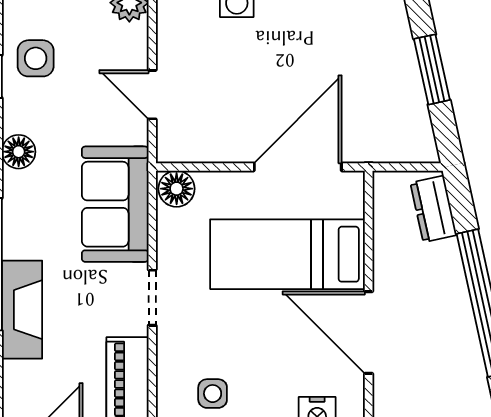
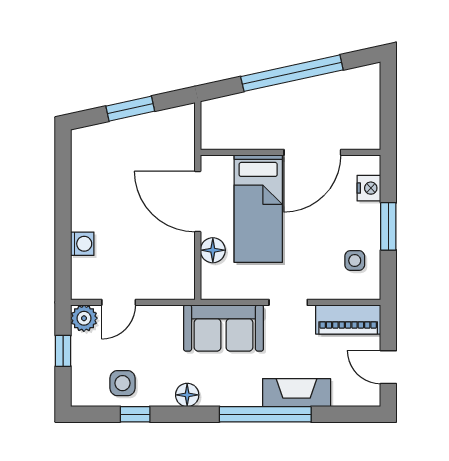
door: (152, 95) -> (119, 302), moved
floor lamp: (177, 189) -> (213, 250), moved
dresser: (434, 209) -> (227, 107), removed

